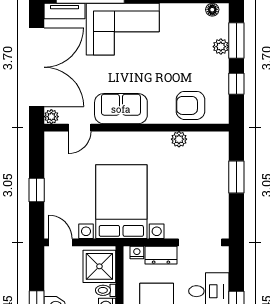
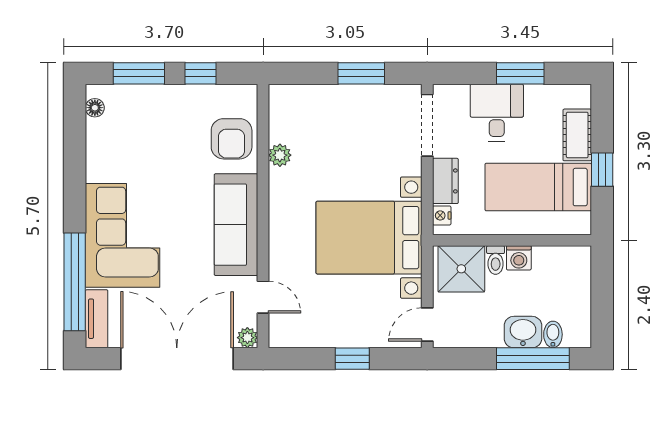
plant: (221, 47) -> (147, 96), removed
sofa: (121, 109) -> (236, 225), width x1.36
window: (236, 177) -> (361, 73), moved

